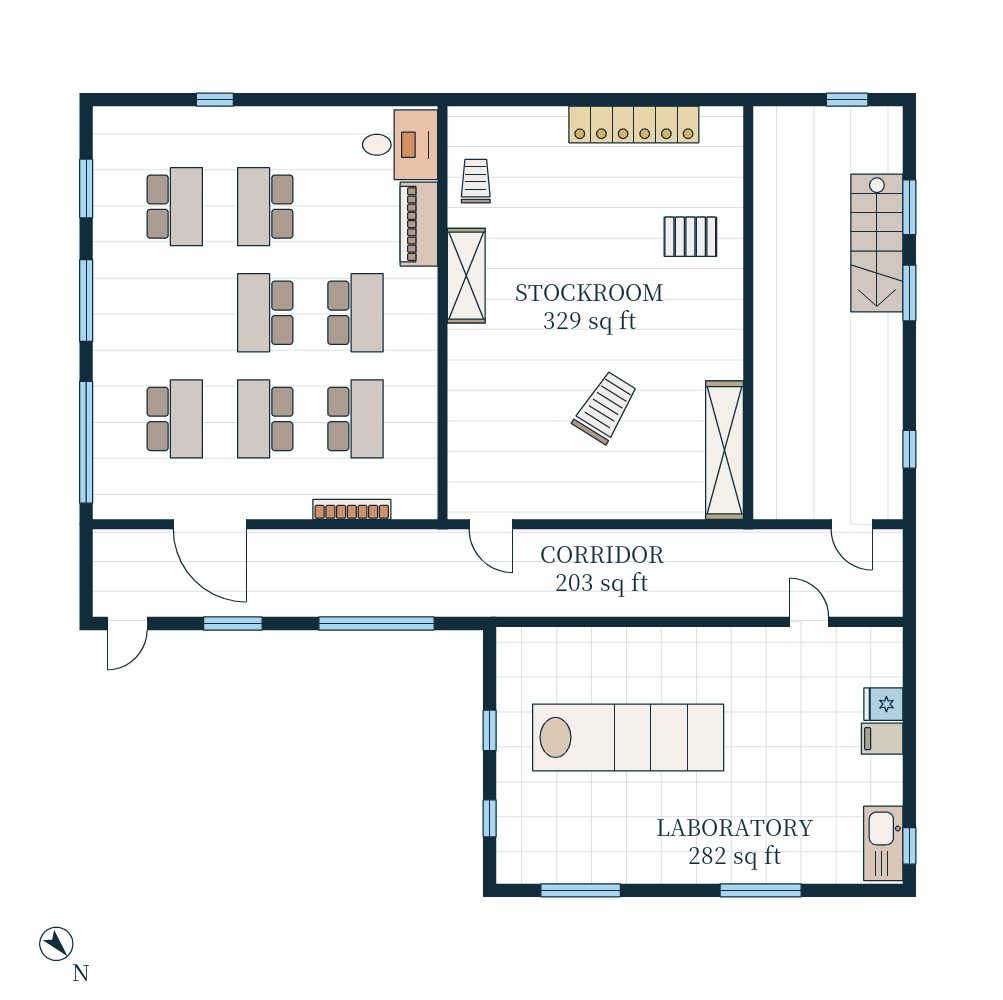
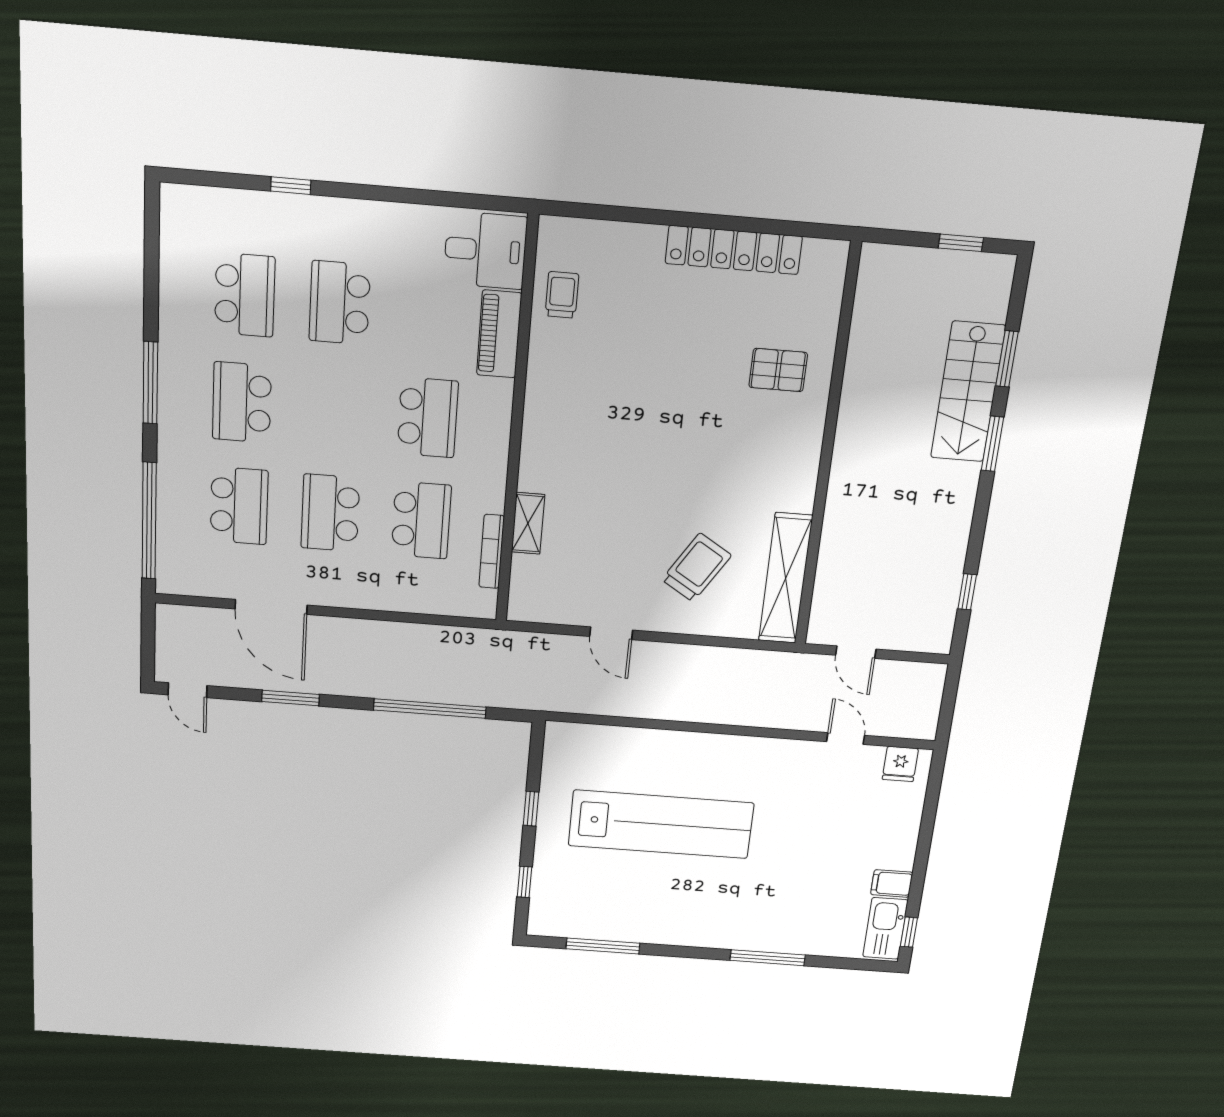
window: (86, 188) -> (151, 268), removed
shelving: (466, 276) -> (528, 523), moved, width x0.67, depth x0.75
school desk: (265, 313) -> (242, 402), moved
trolley: (605, 407) -> (696, 567), moved
bookcase: (352, 509) -> (492, 551), moved, turned -90
door: (491, 524) -> (611, 633), moved
door: (852, 524) -> (856, 652), moved
door: (127, 623) -> (188, 690), hinge flipped
fridge: (883, 704) -> (900, 764), moved, turned -90
filing cabinet: (882, 739) -> (892, 883), moved

